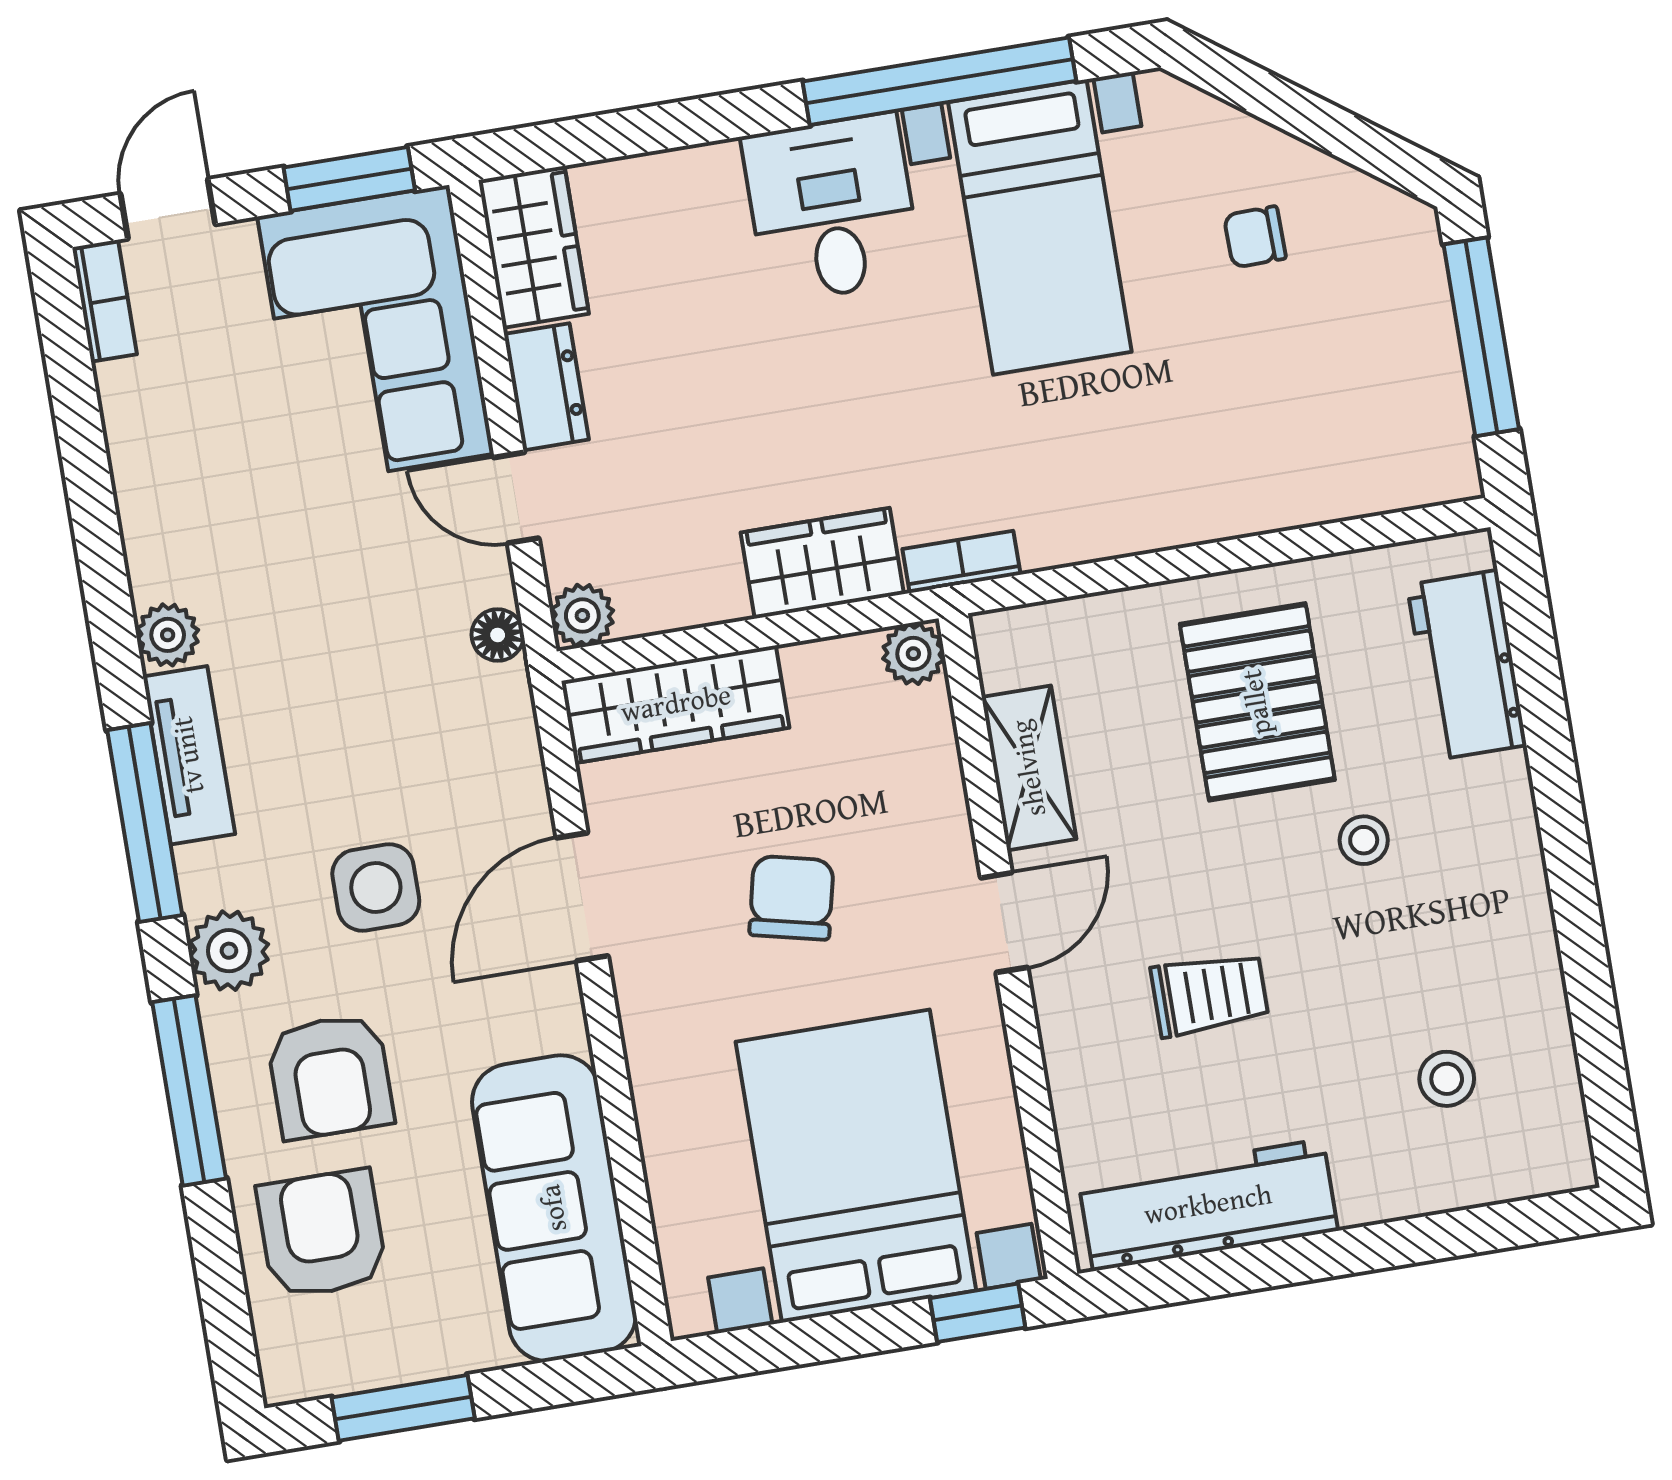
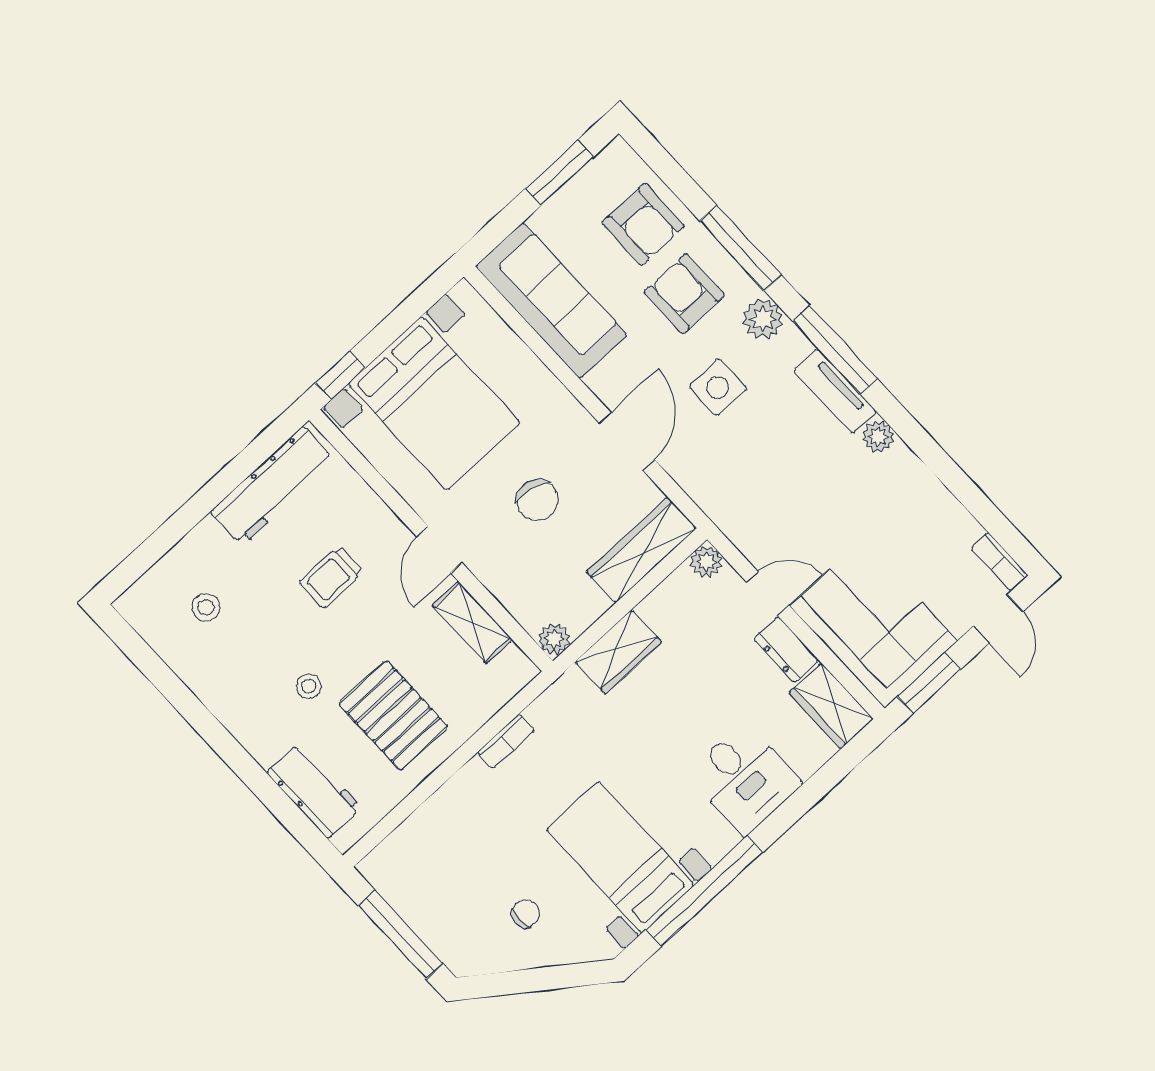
desk: (832, 208) -> (744, 779), moved
bookcase: (961, 562) -> (506, 741), moved
floor lamp: (498, 635) -> (737, 530), removed

